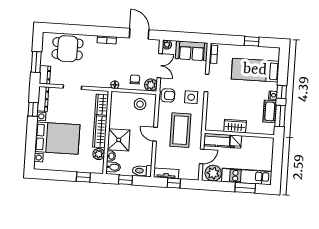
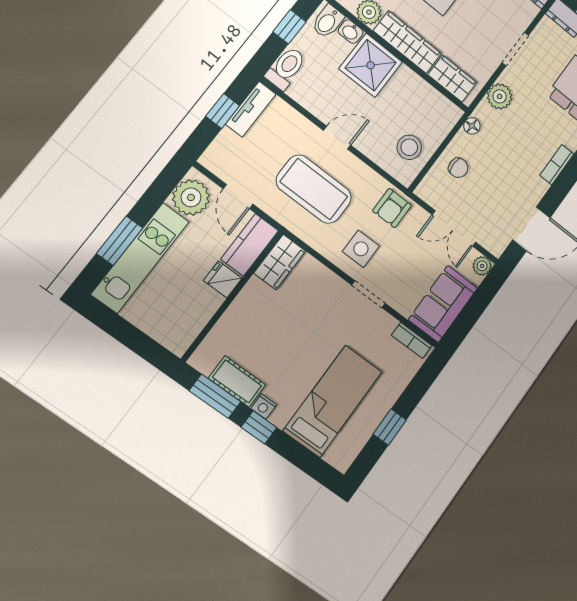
plant: (151, 85) -> (500, 96), moved
wardrobe: (235, 126) -> (280, 262), moved

